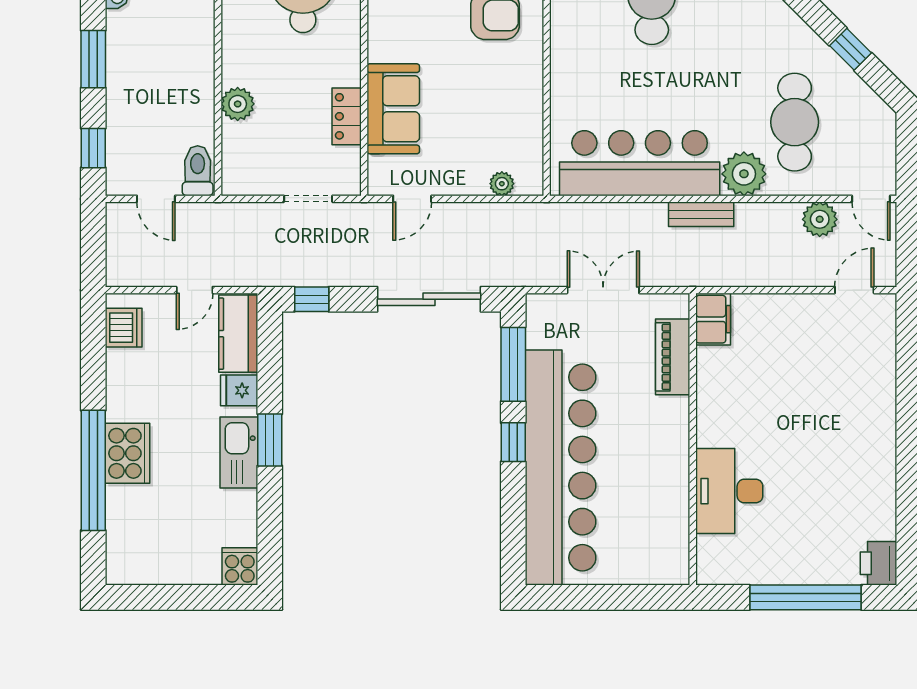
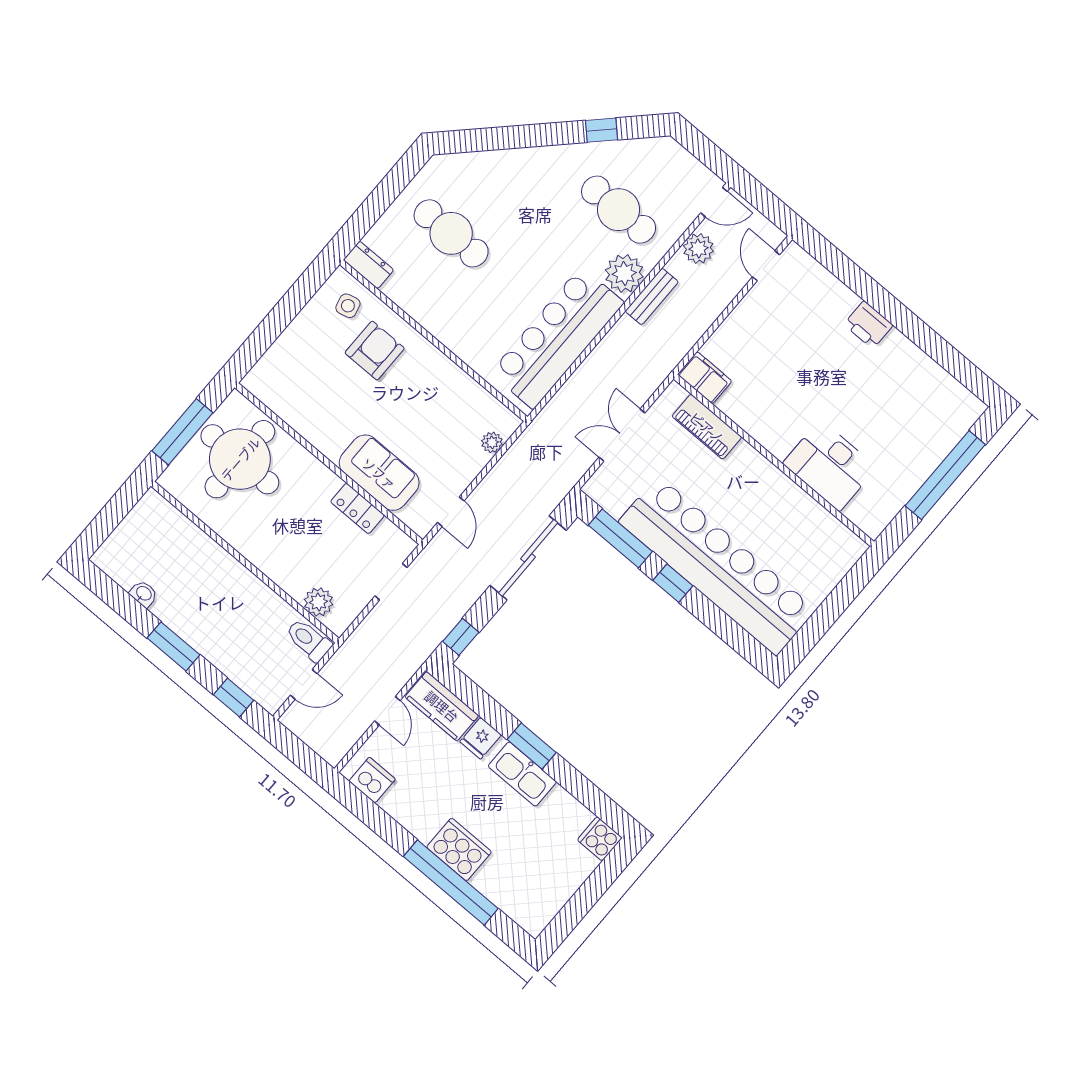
plant: (238, 104) -> (319, 602), moved
bench: (701, 214) -> (652, 296), moved
printer: (878, 563) -> (868, 325), moved

